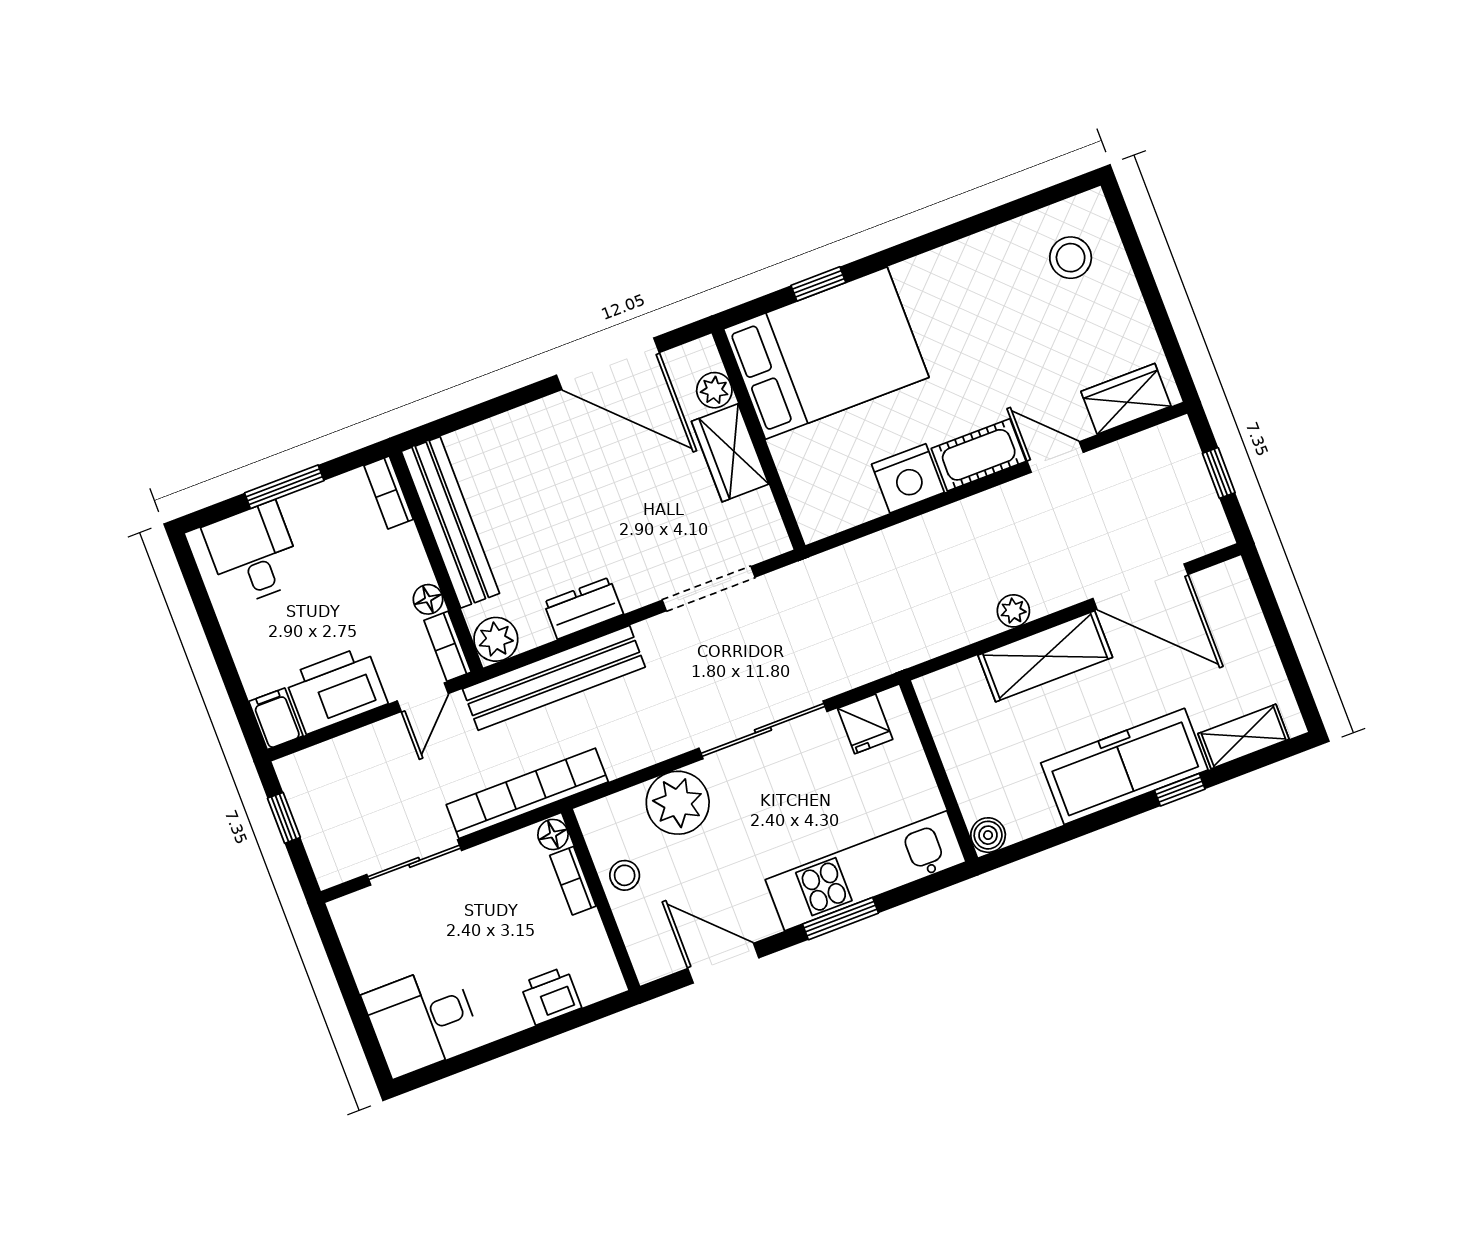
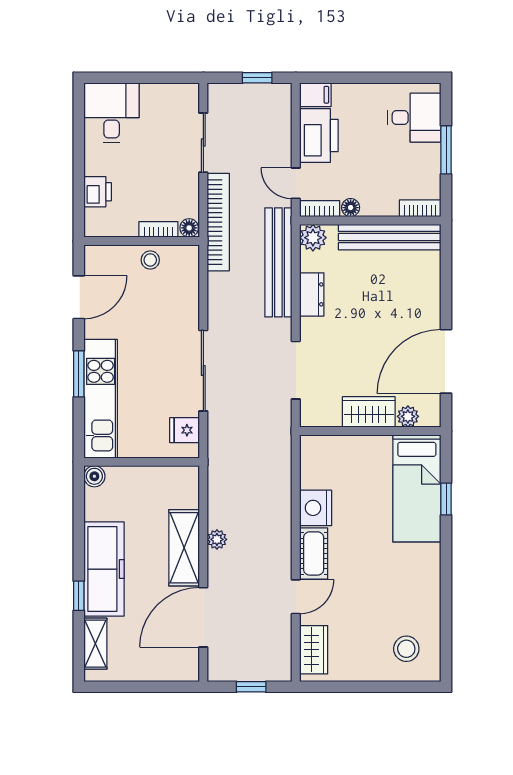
bed: (826, 353) -> (417, 488), width x0.67
plant: (678, 803) -> (180, 306), removed

